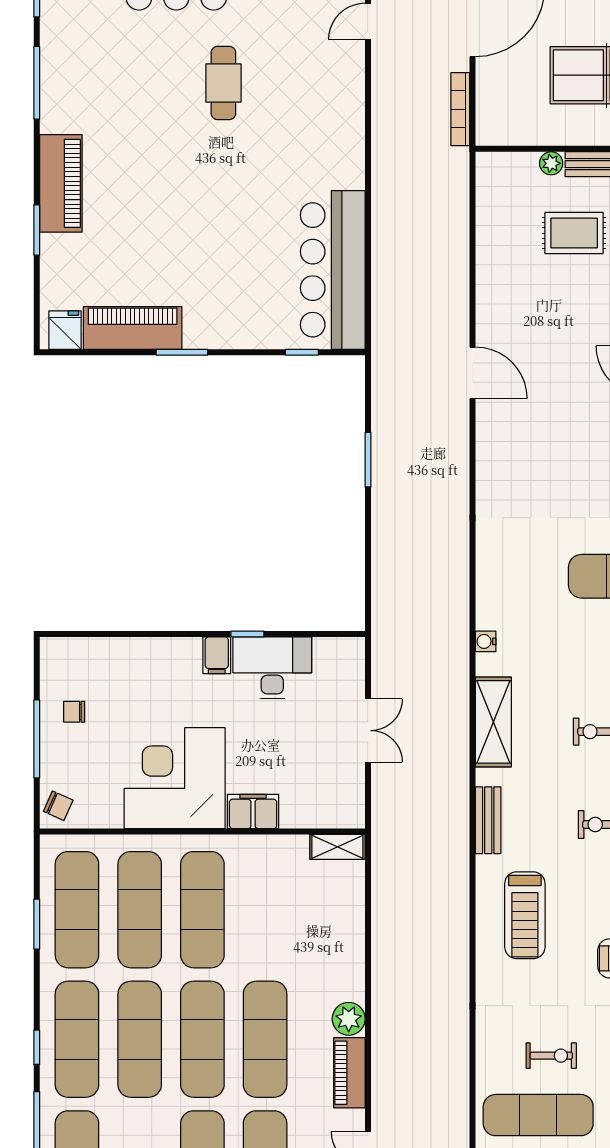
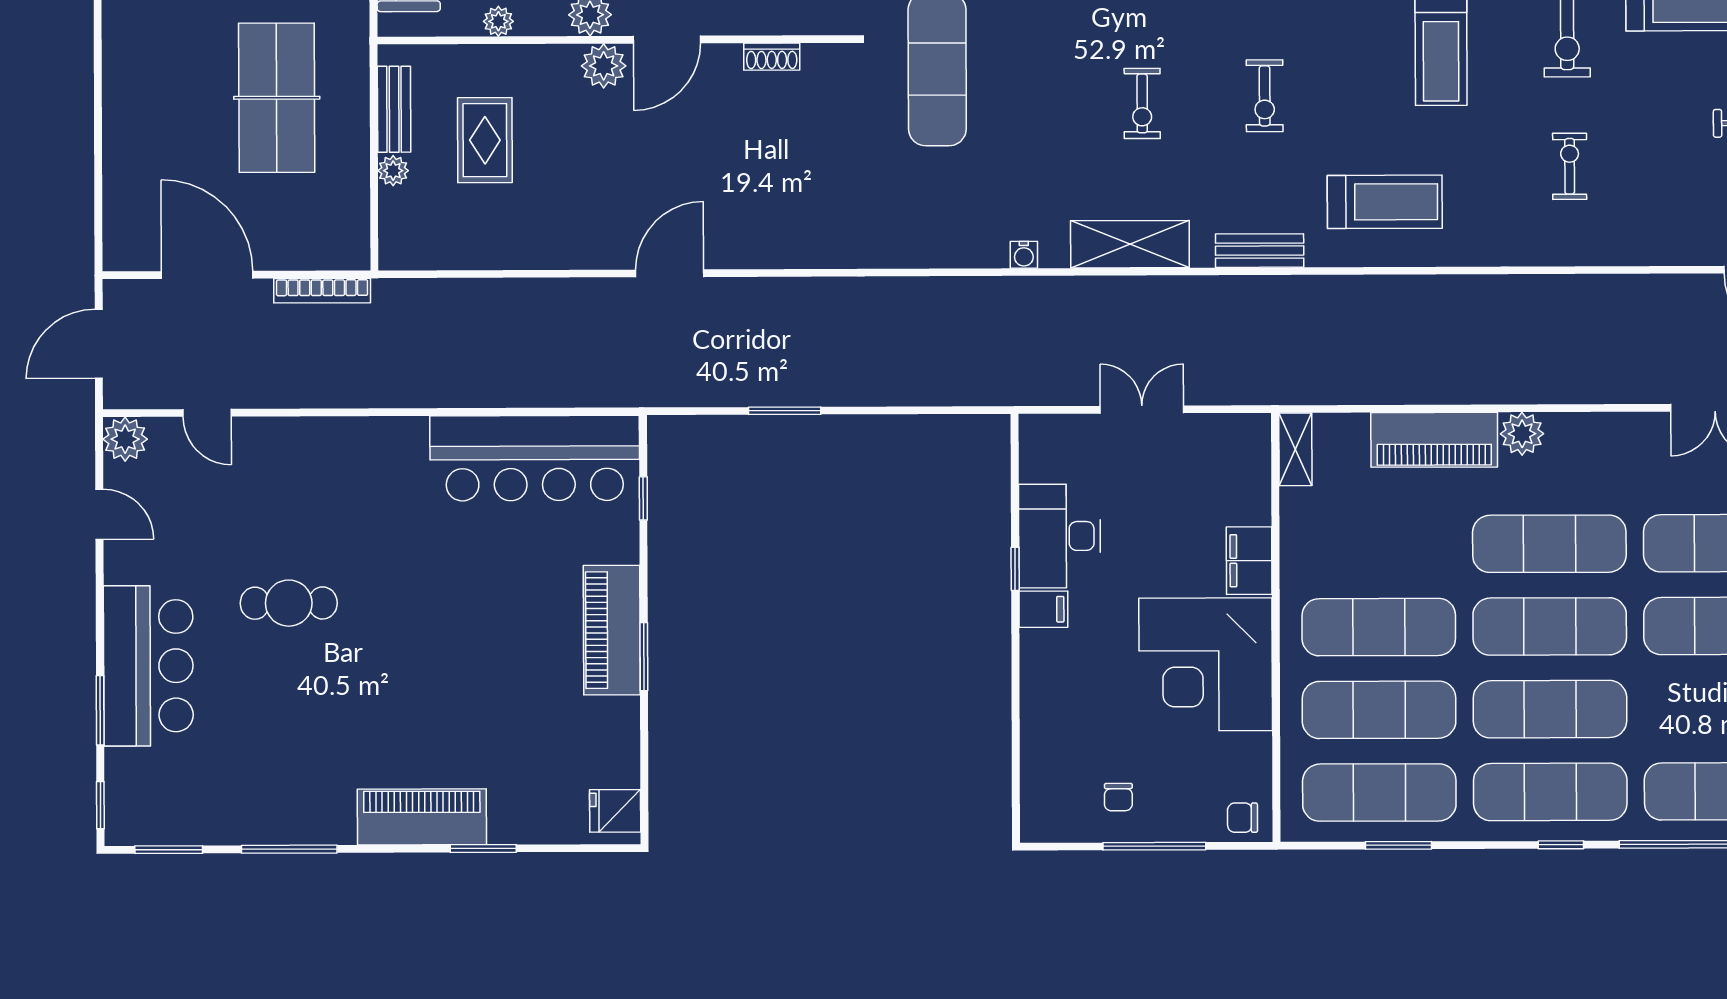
piano: (133, 328) -> (612, 630), moved
chair: (58, 806) -> (1243, 818), turned -114
piano: (349, 1073) -> (1434, 440), moved, width x1.37, depth x1.33
exercise mat: (538, 1115) -> (1648, 183), removed

